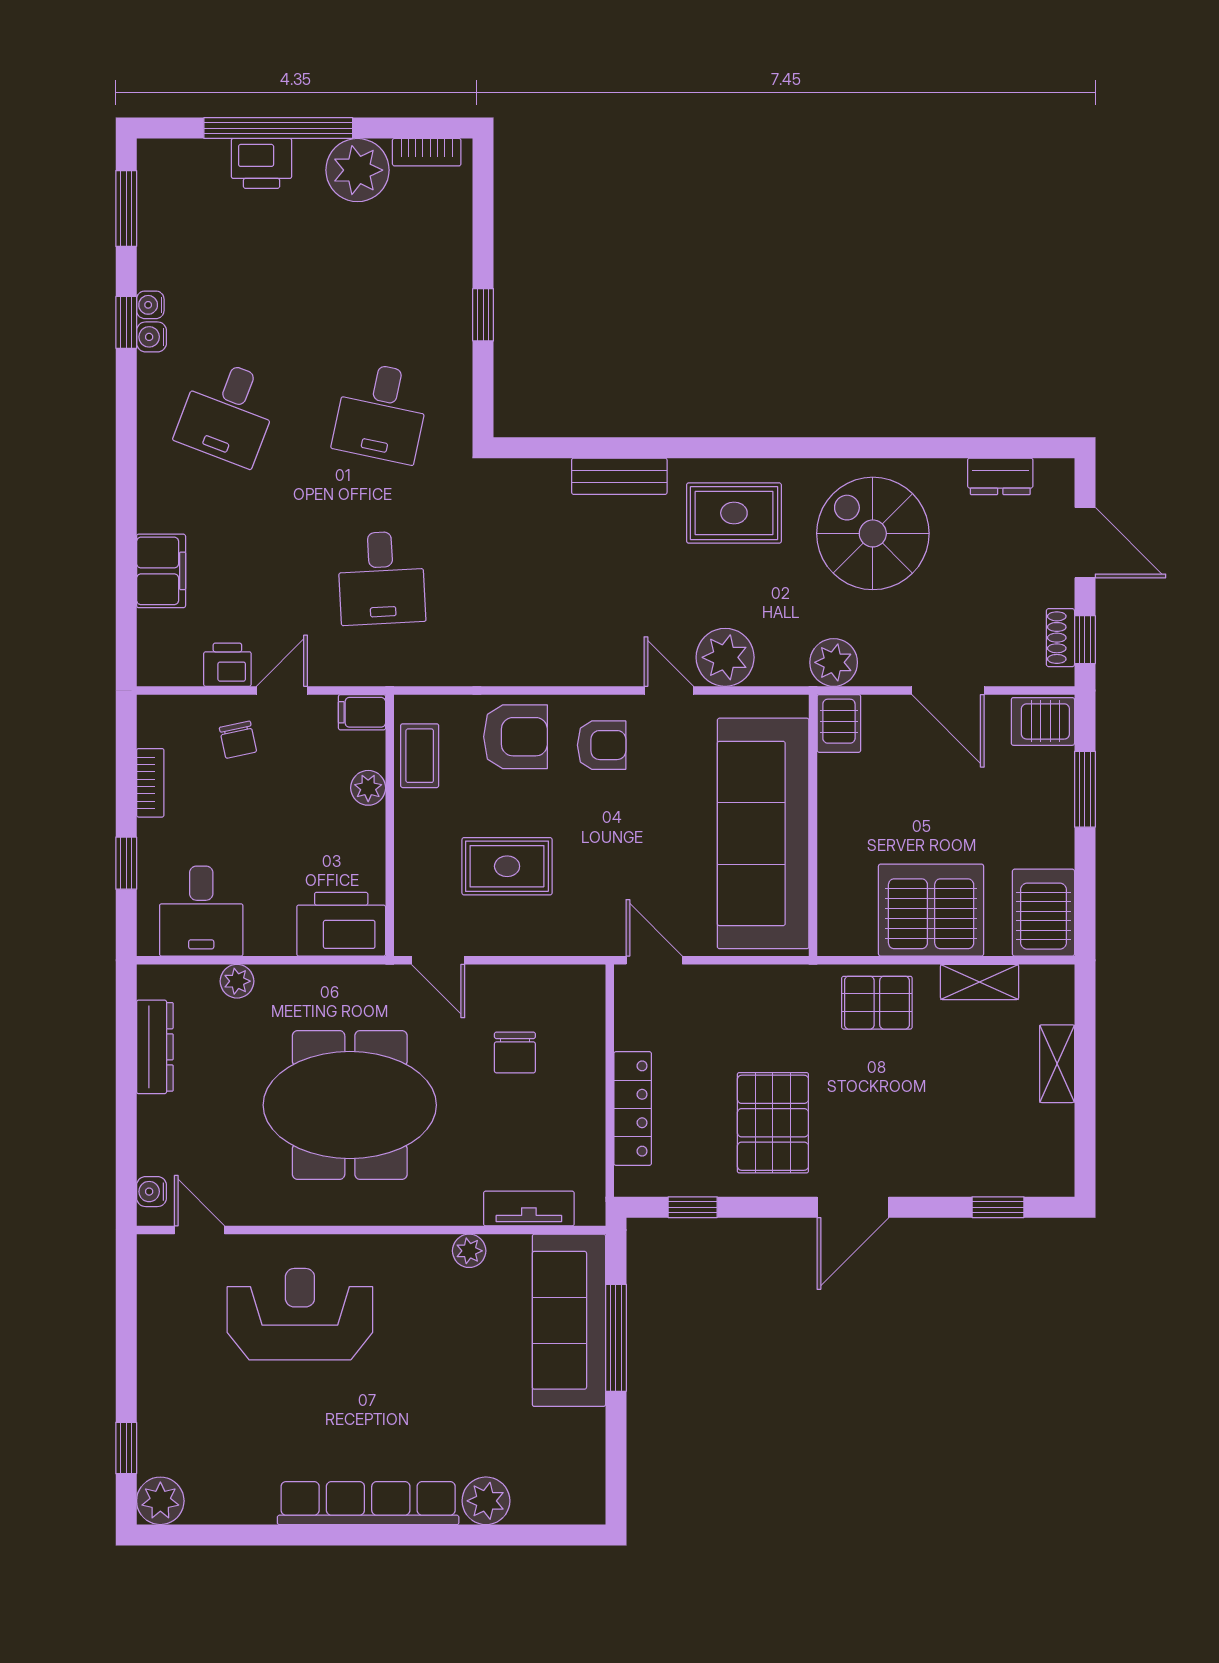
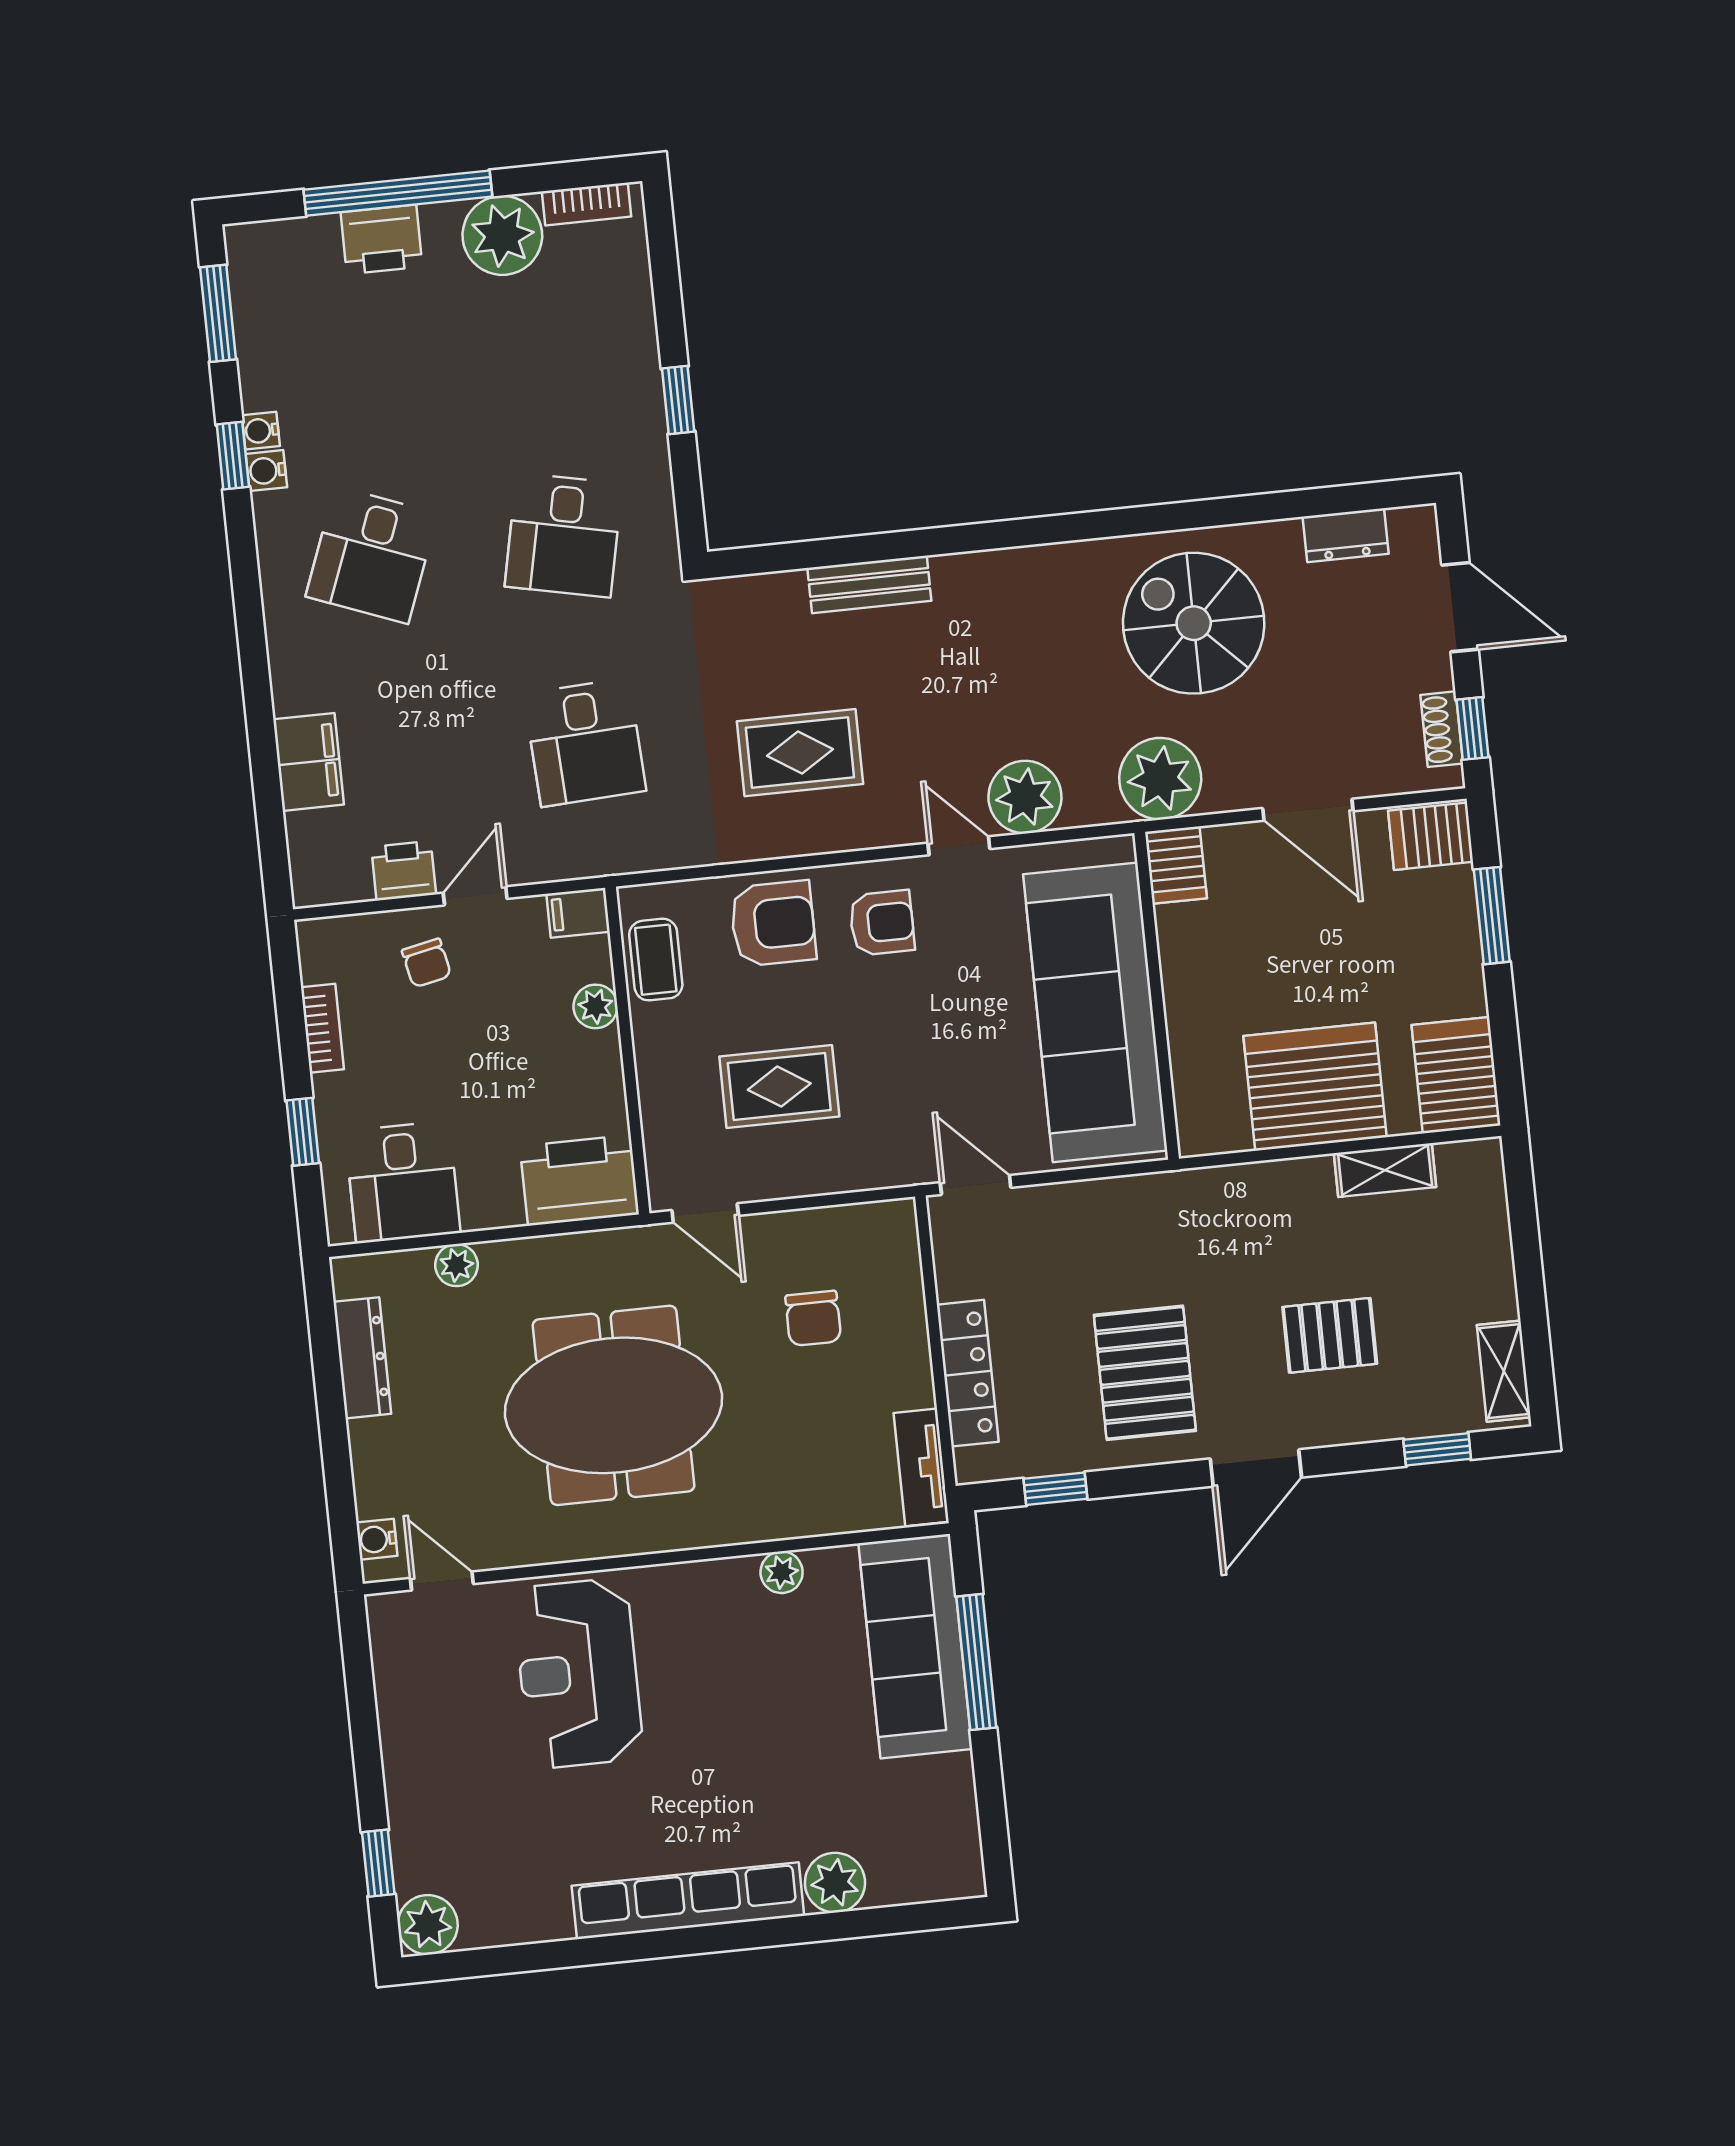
rug: (734, 513) -> (800, 753), moved
plant: (834, 662) -> (1160, 779), width x1.36, depth x1.36
pallet: (877, 1003) -> (1330, 1335), moved
shelving: (1057, 1064) -> (1504, 1371), moved
tv unit: (529, 1209) -> (921, 1467), moved, turned -90
reception desk: (300, 1314) -> (578, 1673), turned -90

